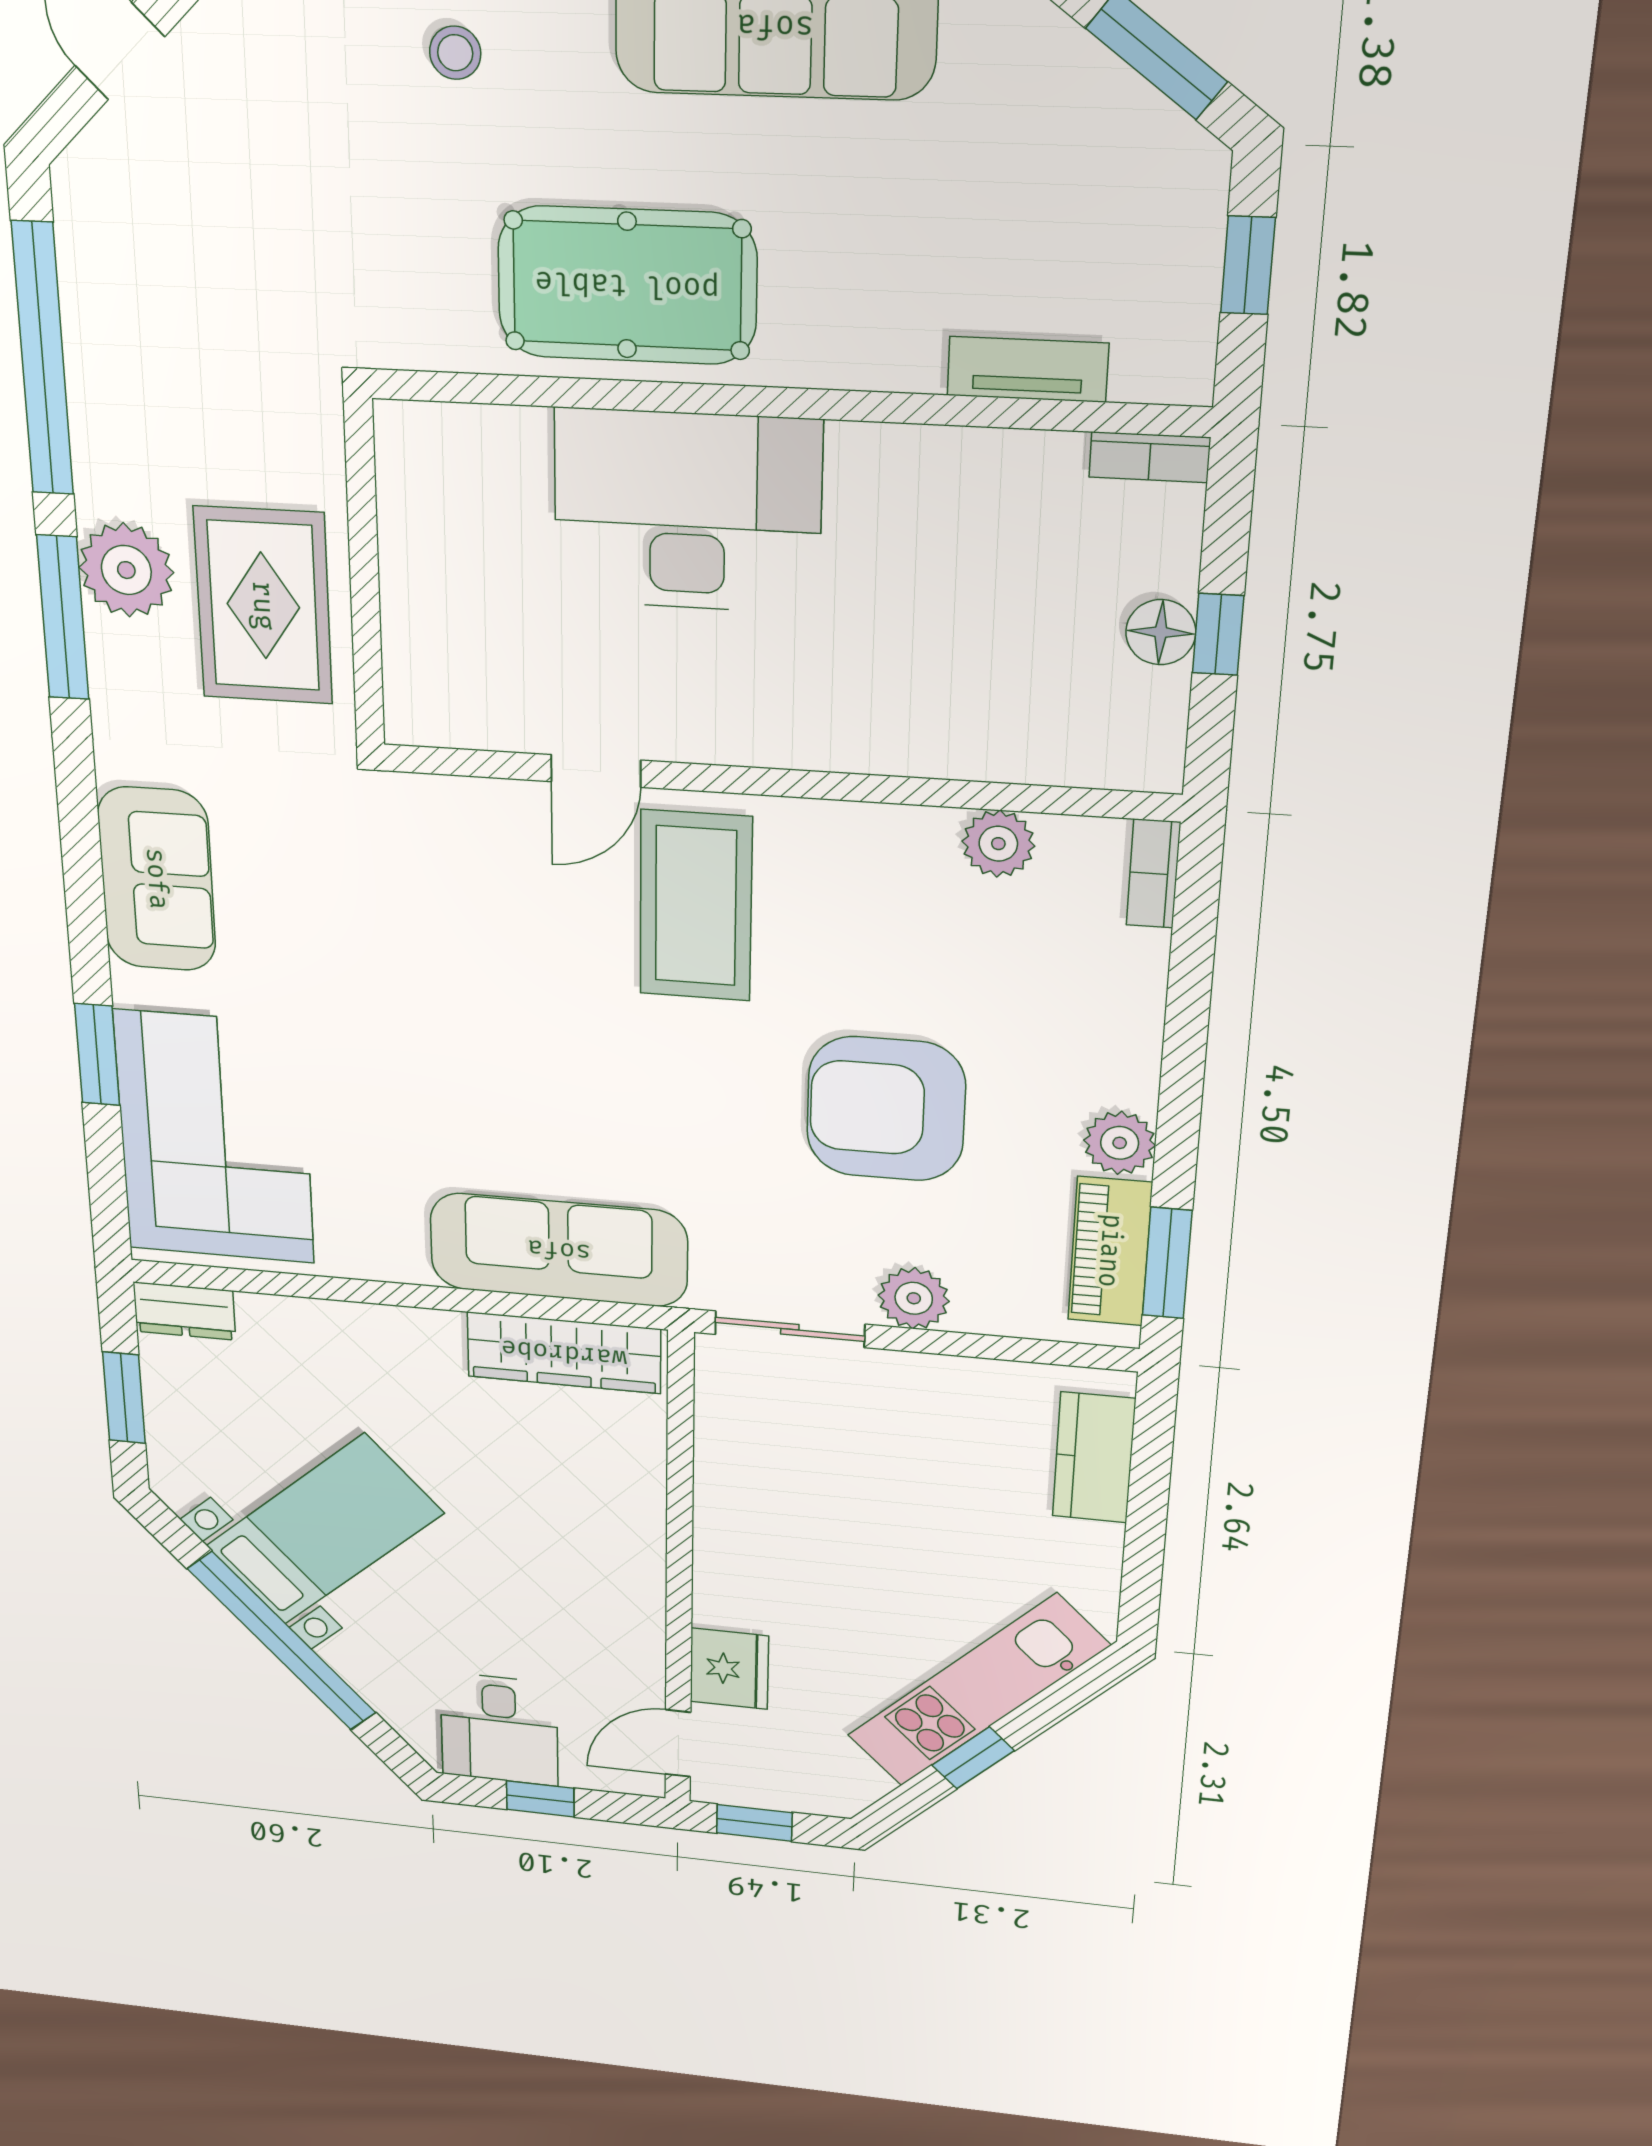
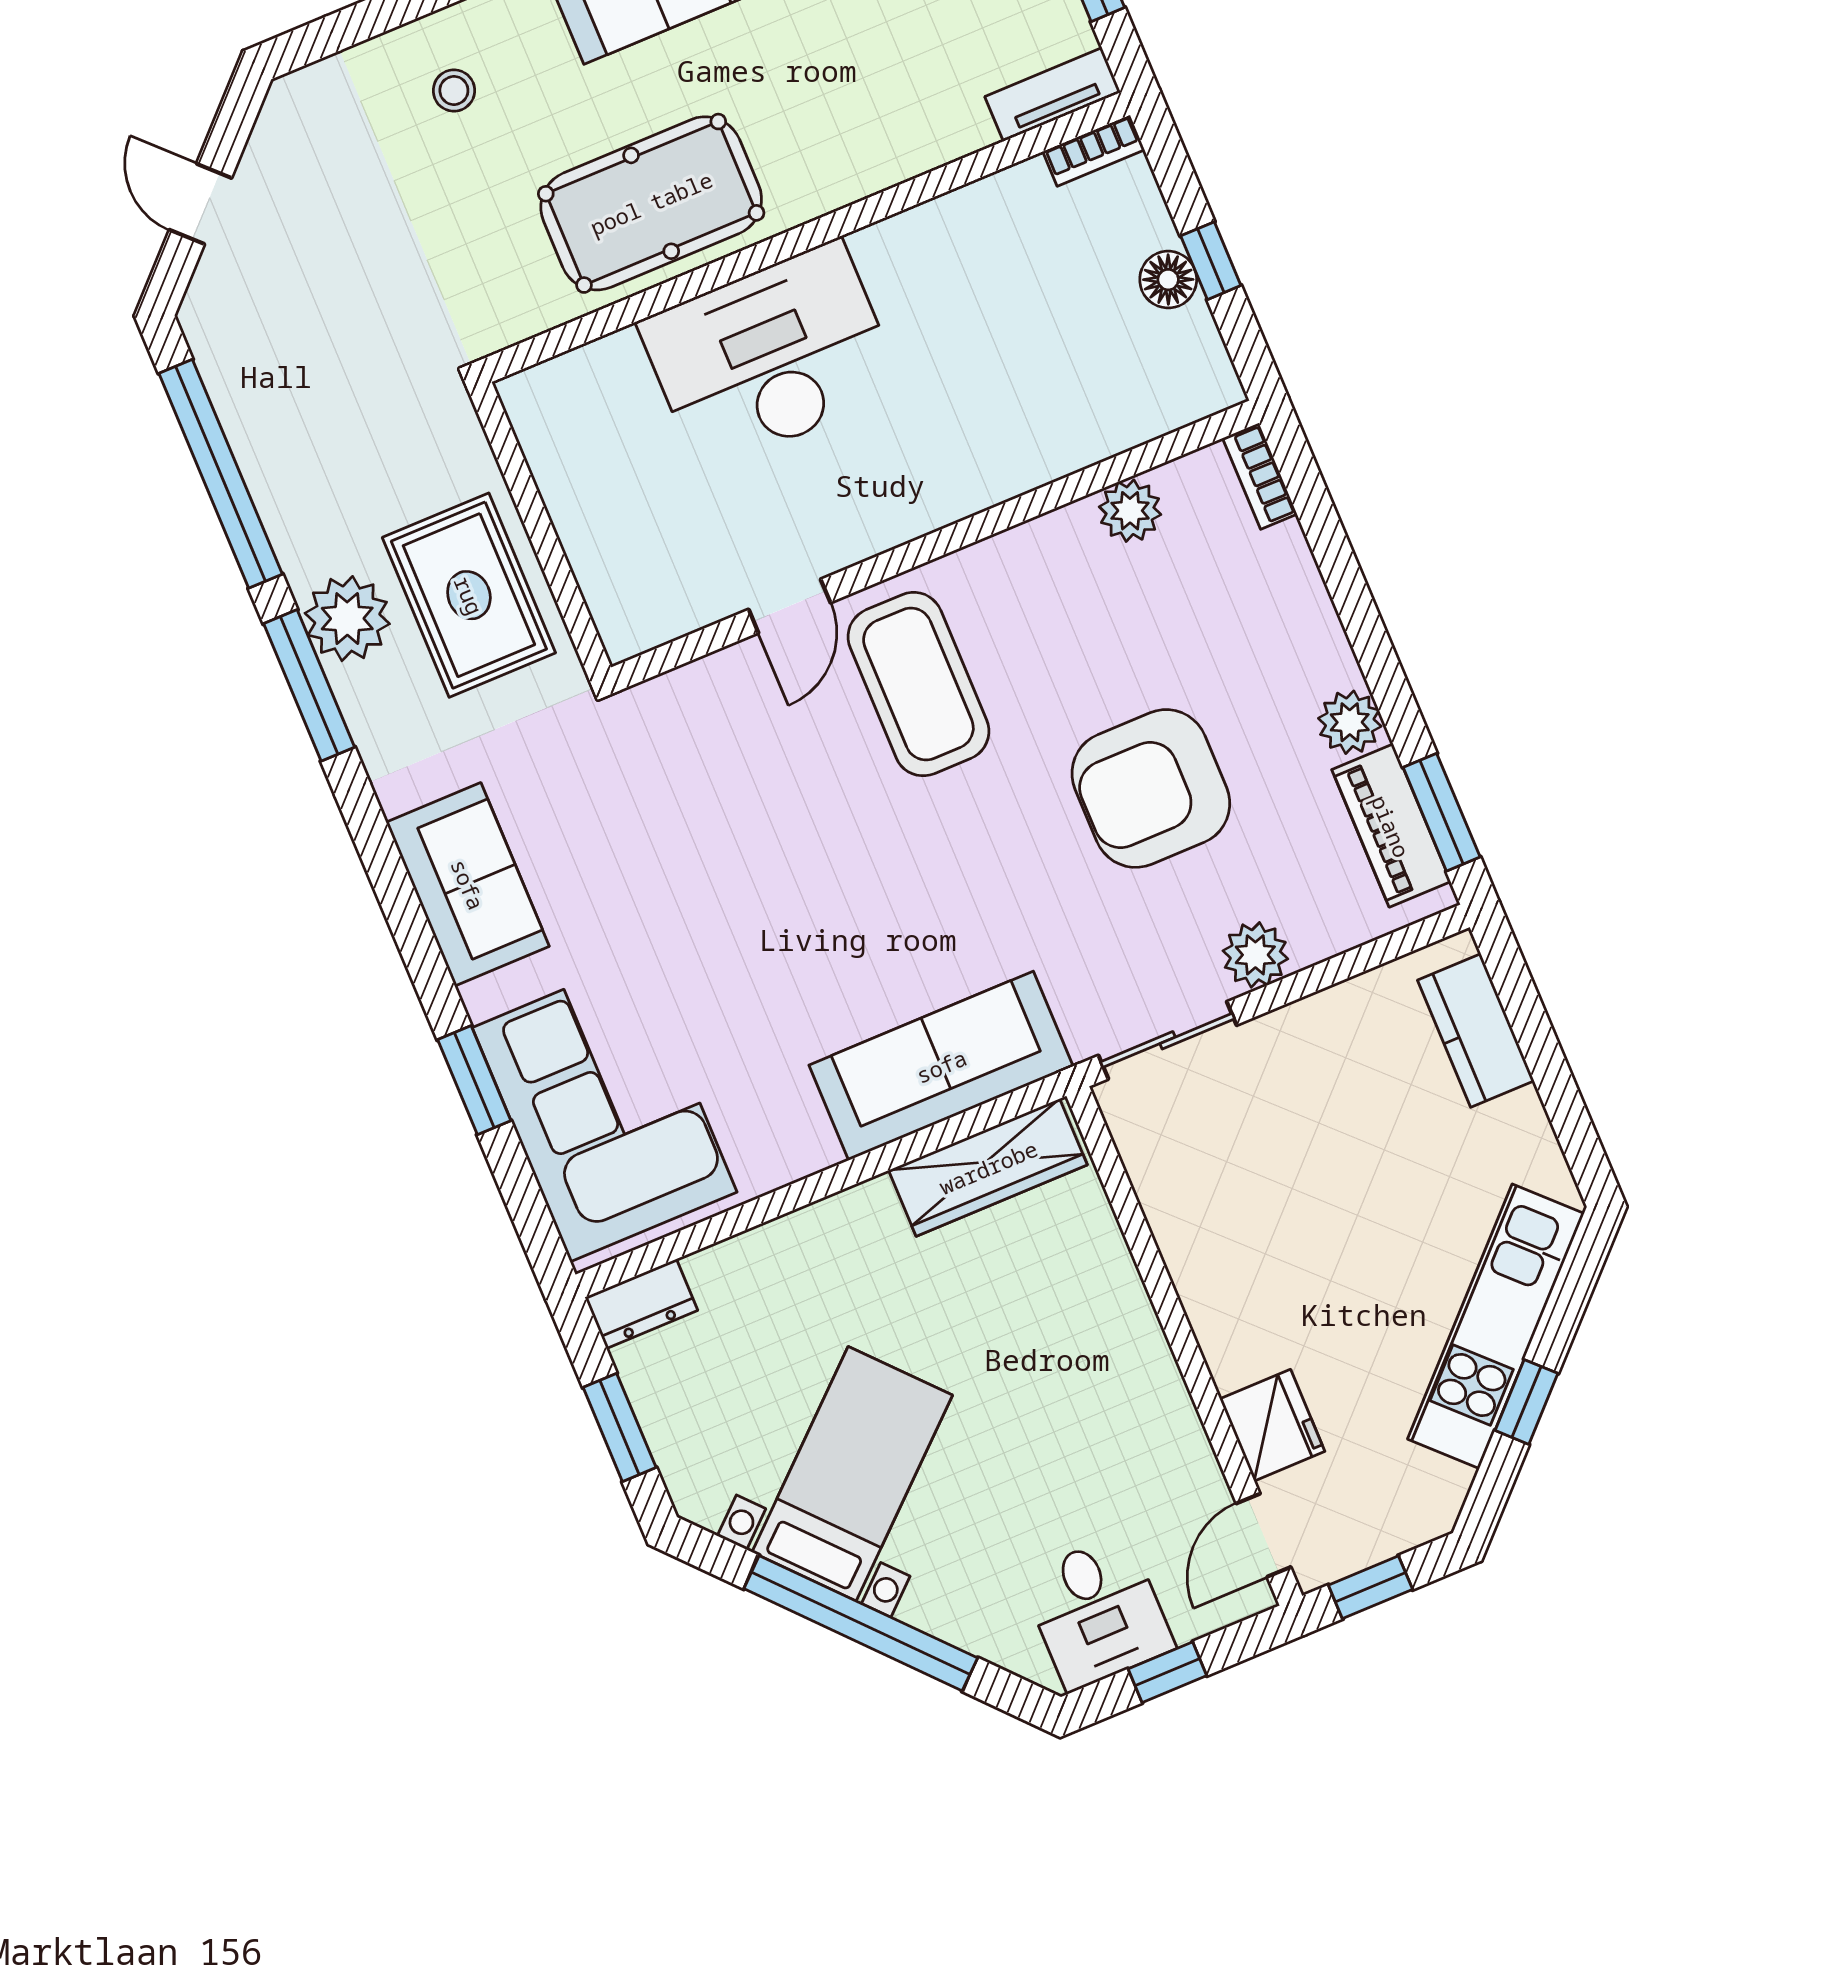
tv unit: (1028, 369) -> (1053, 95), moved

